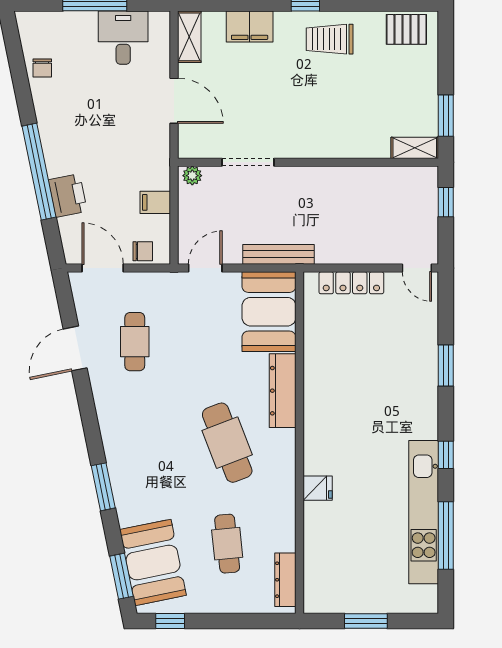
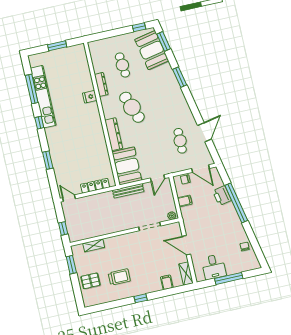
filing cabinet: (250, 27) -> (167, 282), width x0.50
pallet: (406, 29) -> (91, 281), moved
trolley: (330, 39) -> (119, 277), moved
shelving: (415, 148) -> (94, 245), moved
dresser: (285, 580) -> (101, 84), moved

